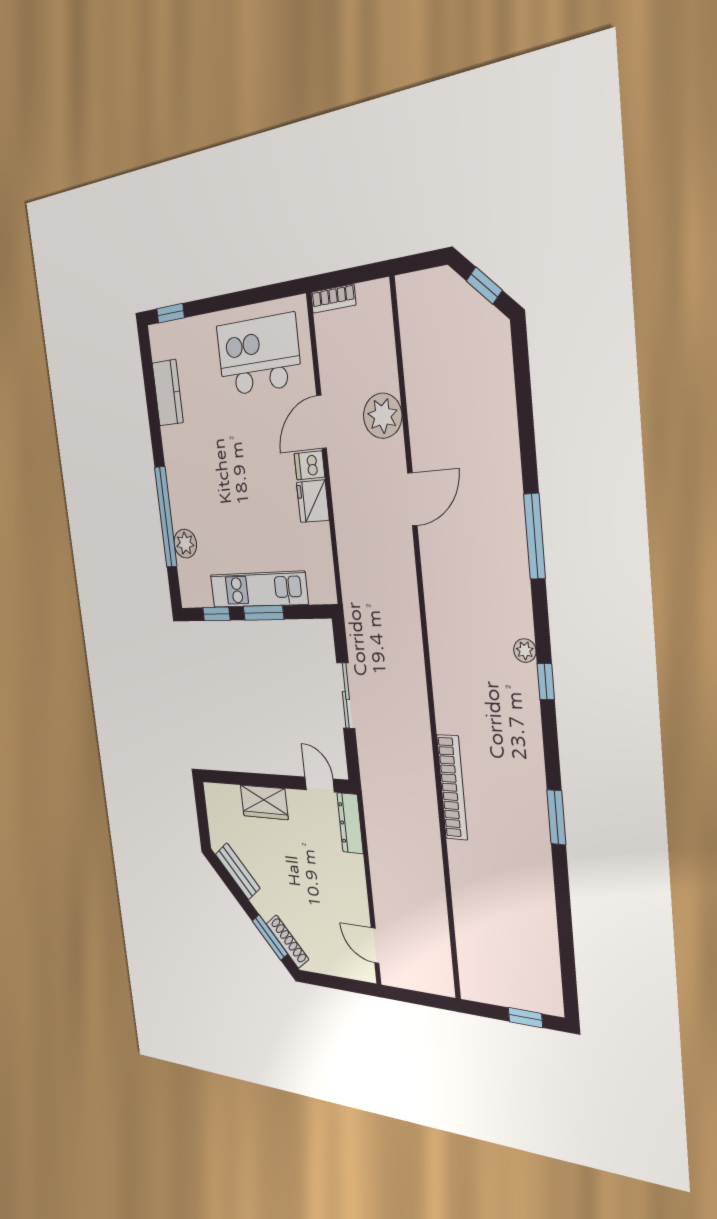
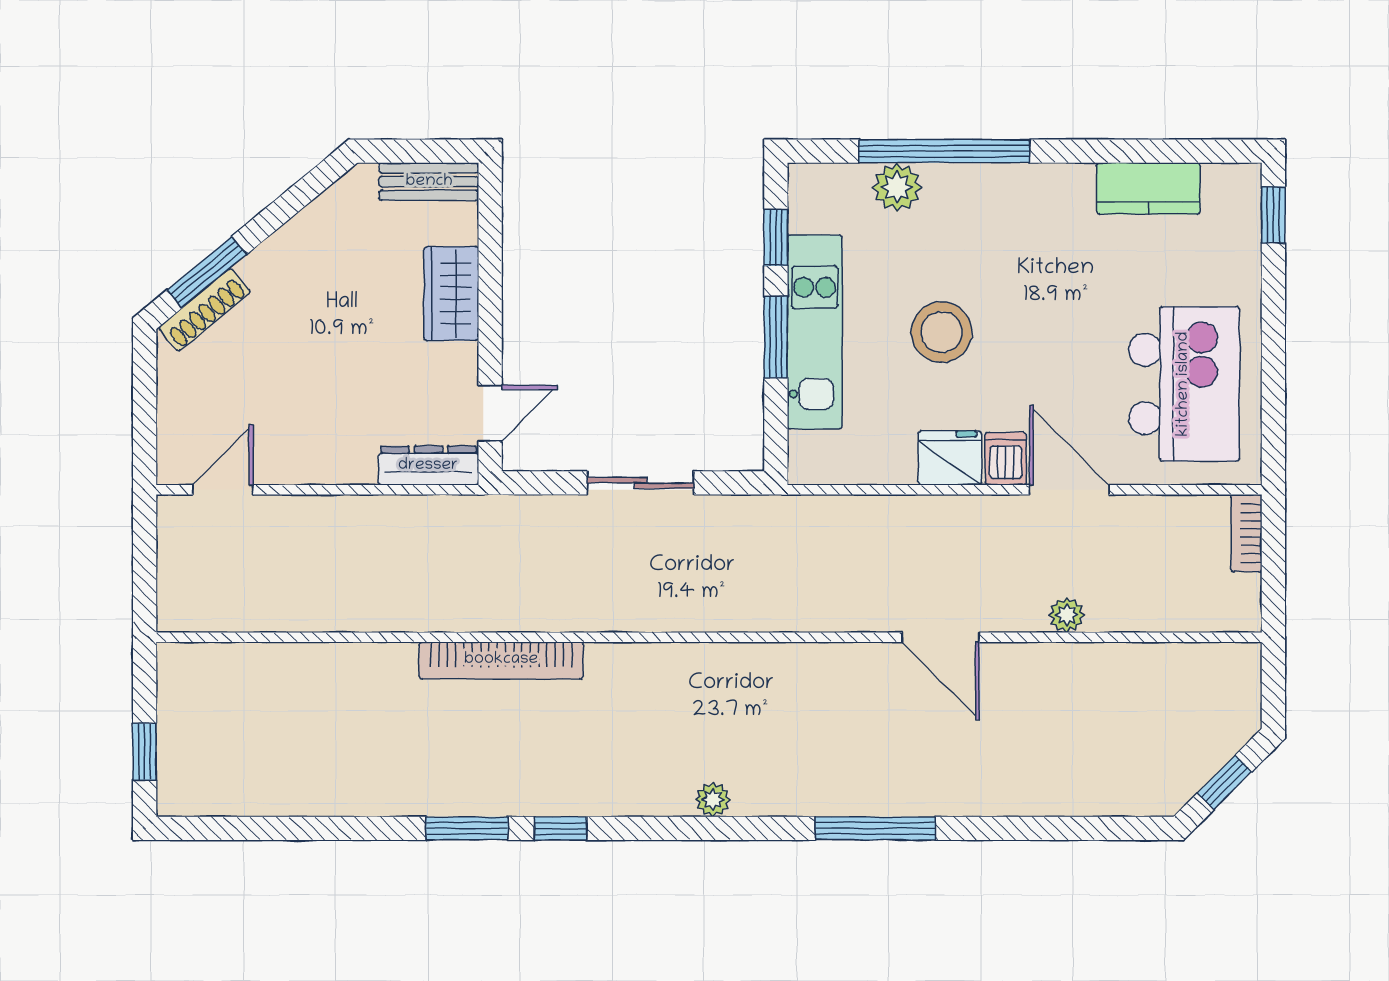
plant: (383, 416) -> (1067, 615), width x0.53, depth x0.53
stool: (250, 512) -> (941, 332), added
window: (546, 682) -> (561, 828), moved
bench: (238, 871) -> (429, 182), moved, turned 40

